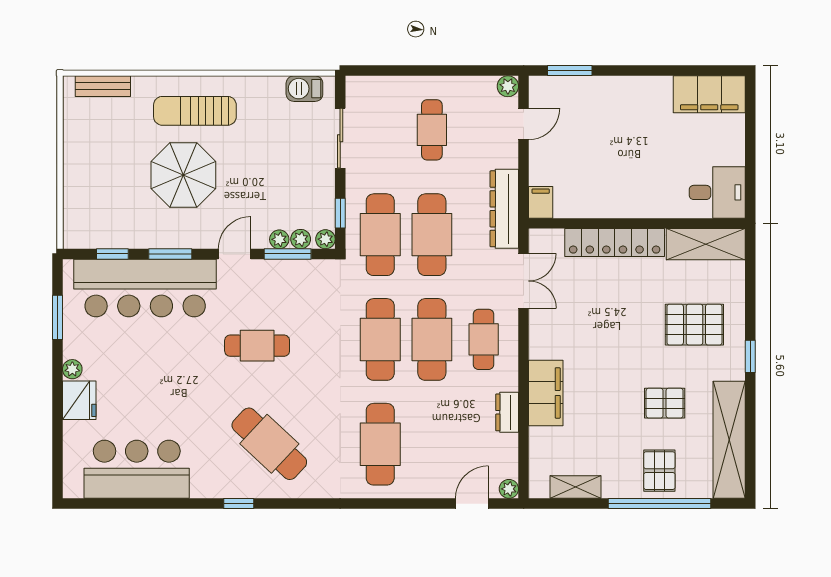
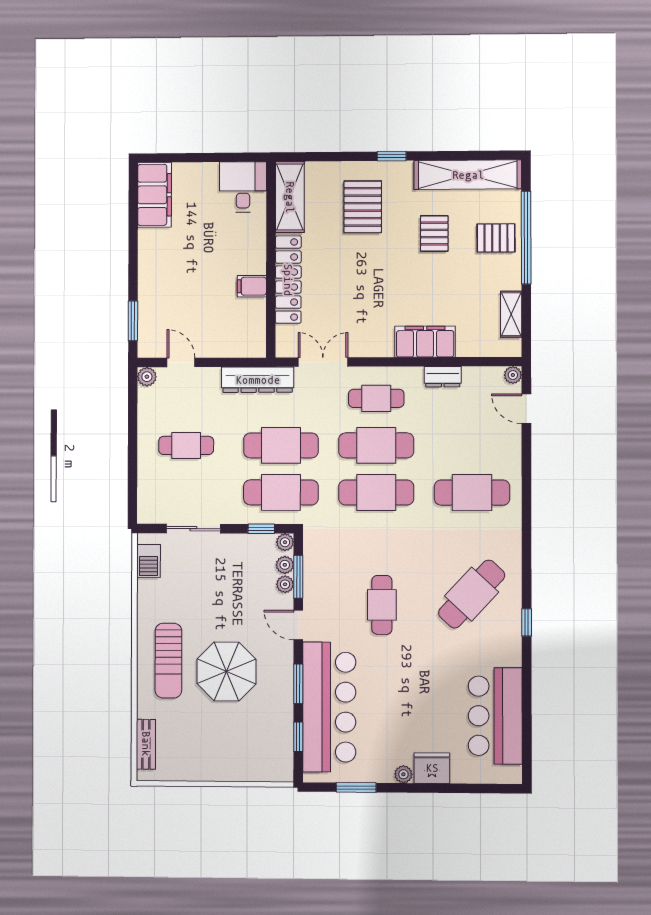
filing cabinet: (541, 202) -> (252, 286), moved

